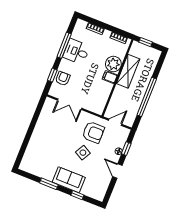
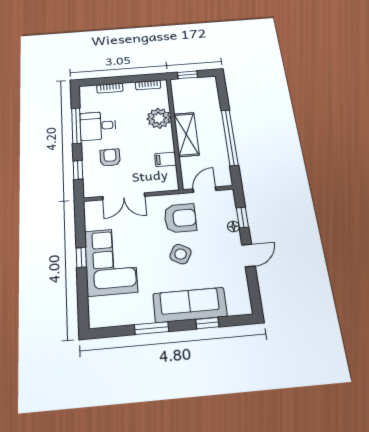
shelving: (128, 71) -> (186, 134), moved
filing cabinet: (110, 77) -> (165, 159), moved
armchair: (63, 79) -> (110, 158), moved
window: (31, 129) -> (81, 257), added
corner sofa: (45, 138) -> (111, 261), added
door: (117, 171) -> (248, 255), swing flipped
sofa: (69, 180) -> (190, 305), width x1.36

